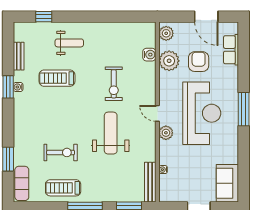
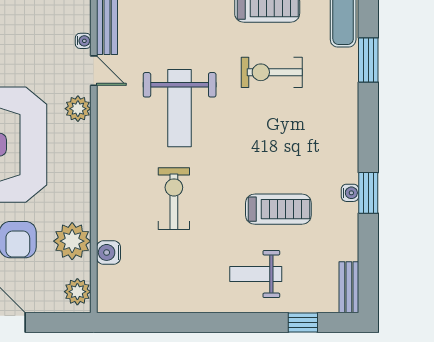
bench: (19, 56) -> (349, 287), moved
door: (157, 113) -> (94, 71), moved

